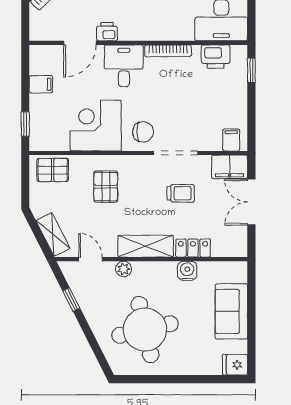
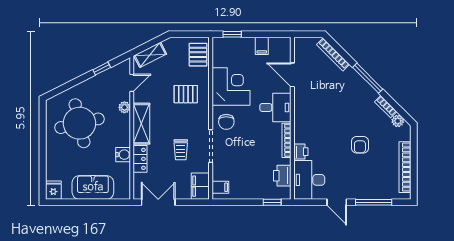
printer: (107, 32) -> (301, 152), moved
double door: (251, 202) -> (158, 202), moved

